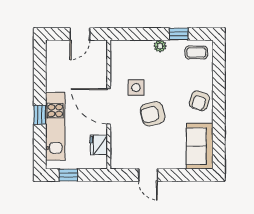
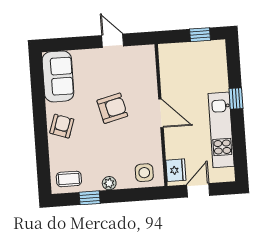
side table: (136, 88) -> (144, 173), moved
door: (109, 106) -> (161, 113), width x0.73
kitchen unit: (55, 126) -> (221, 130), moved
fridge: (99, 145) -> (176, 170), moved

